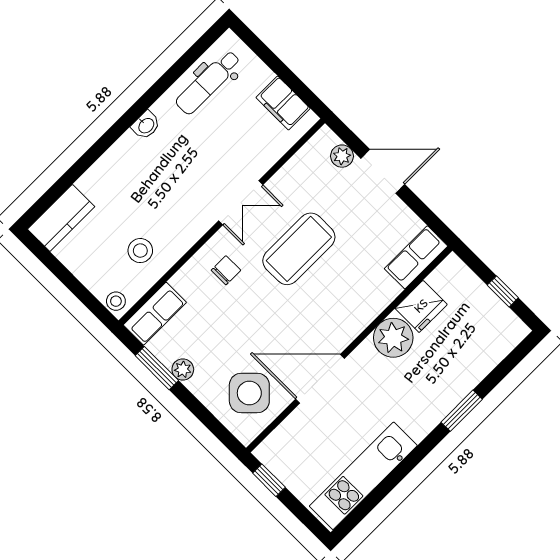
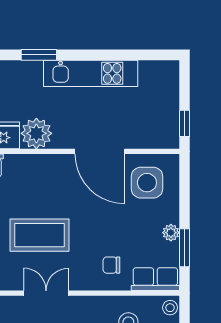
chair: (226, 270) -> (111, 265), moved
side table: (249, 393) -> (147, 183), turned 45
kitchen unit: (363, 476) -> (91, 73), moved

